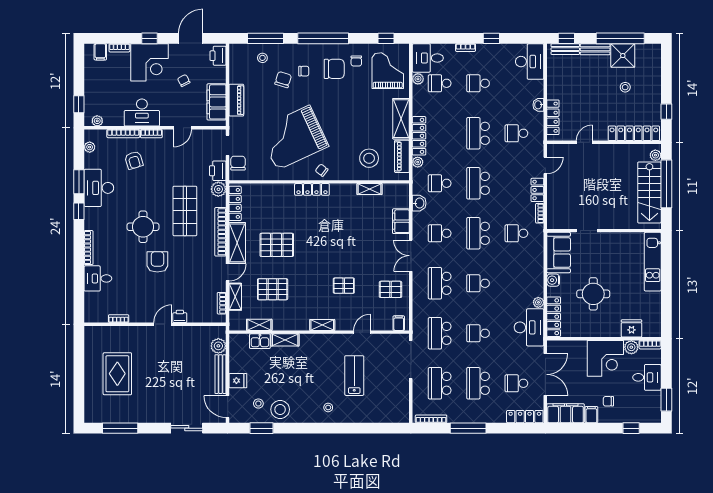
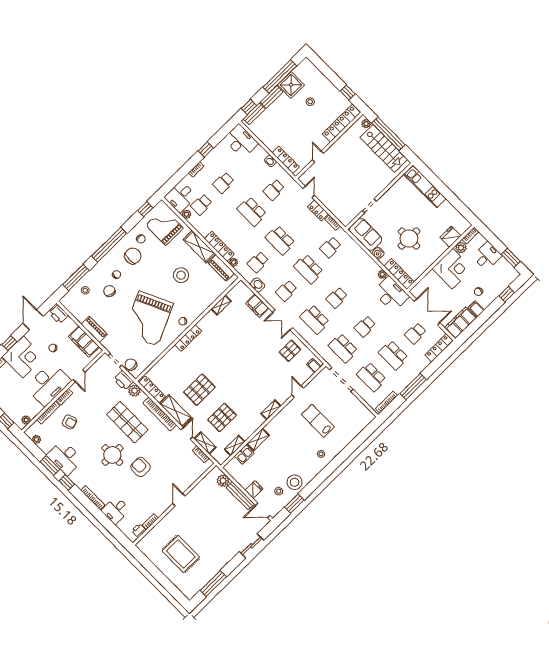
desk: (142, 113) -> (48, 384), width x1.36, depth x1.30
stool: (369, 158) -> (181, 275), moved
pallet: (344, 286) -> (261, 375), removed
printer: (180, 316) -> (139, 530), moved

